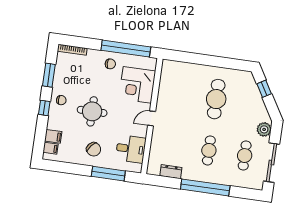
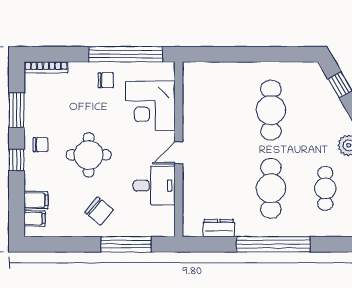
desk: (131, 149) -> (154, 186), moved
cafe table: (209, 150) -> (271, 188), width x1.37, depth x1.35

